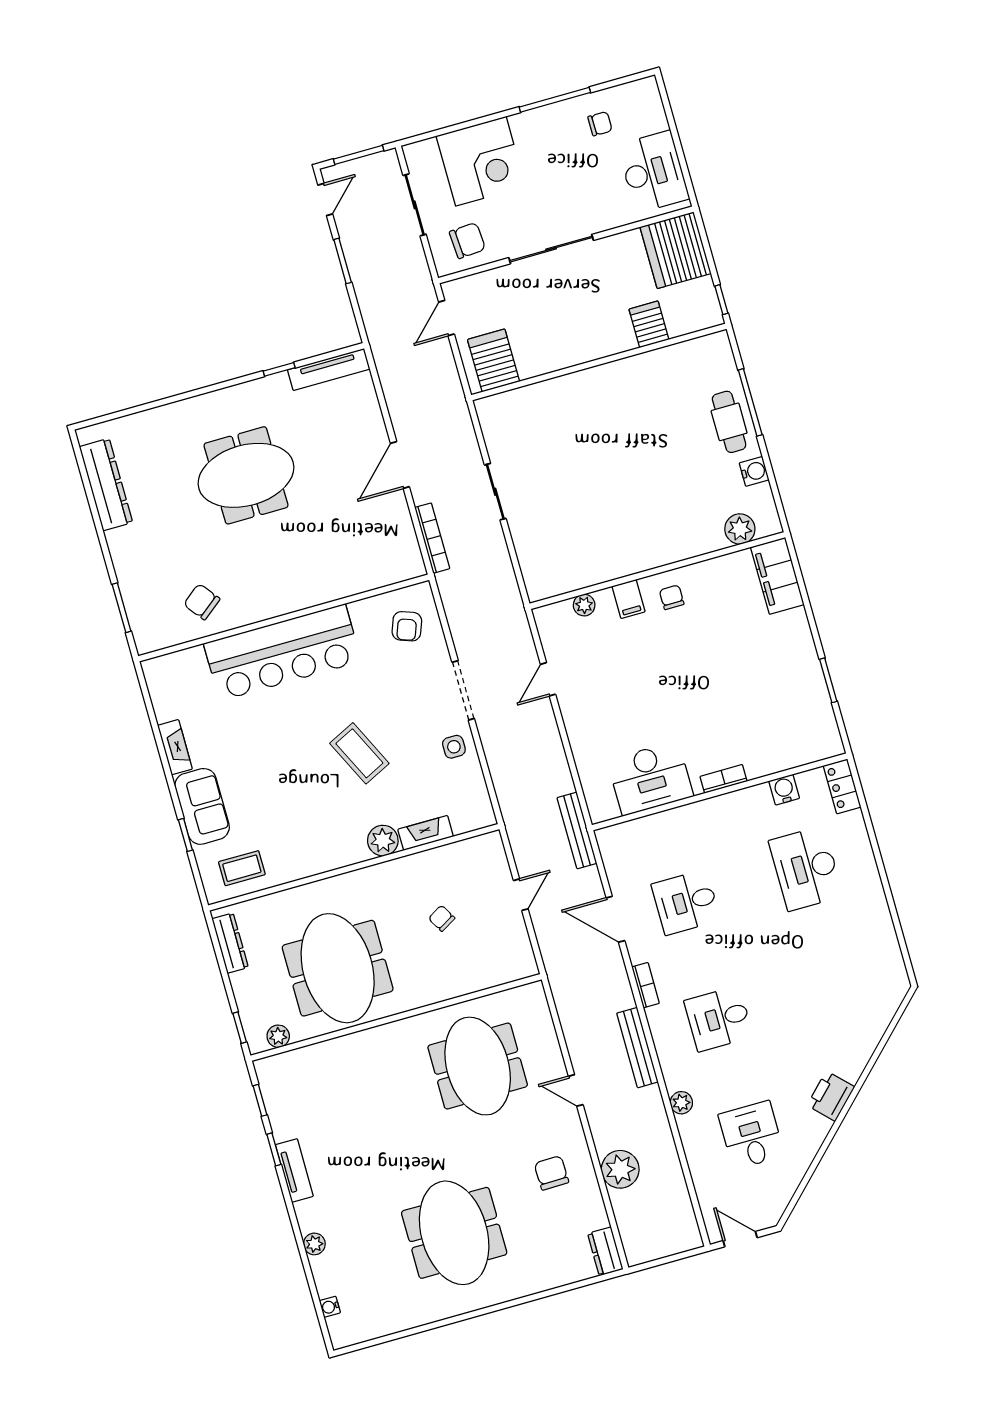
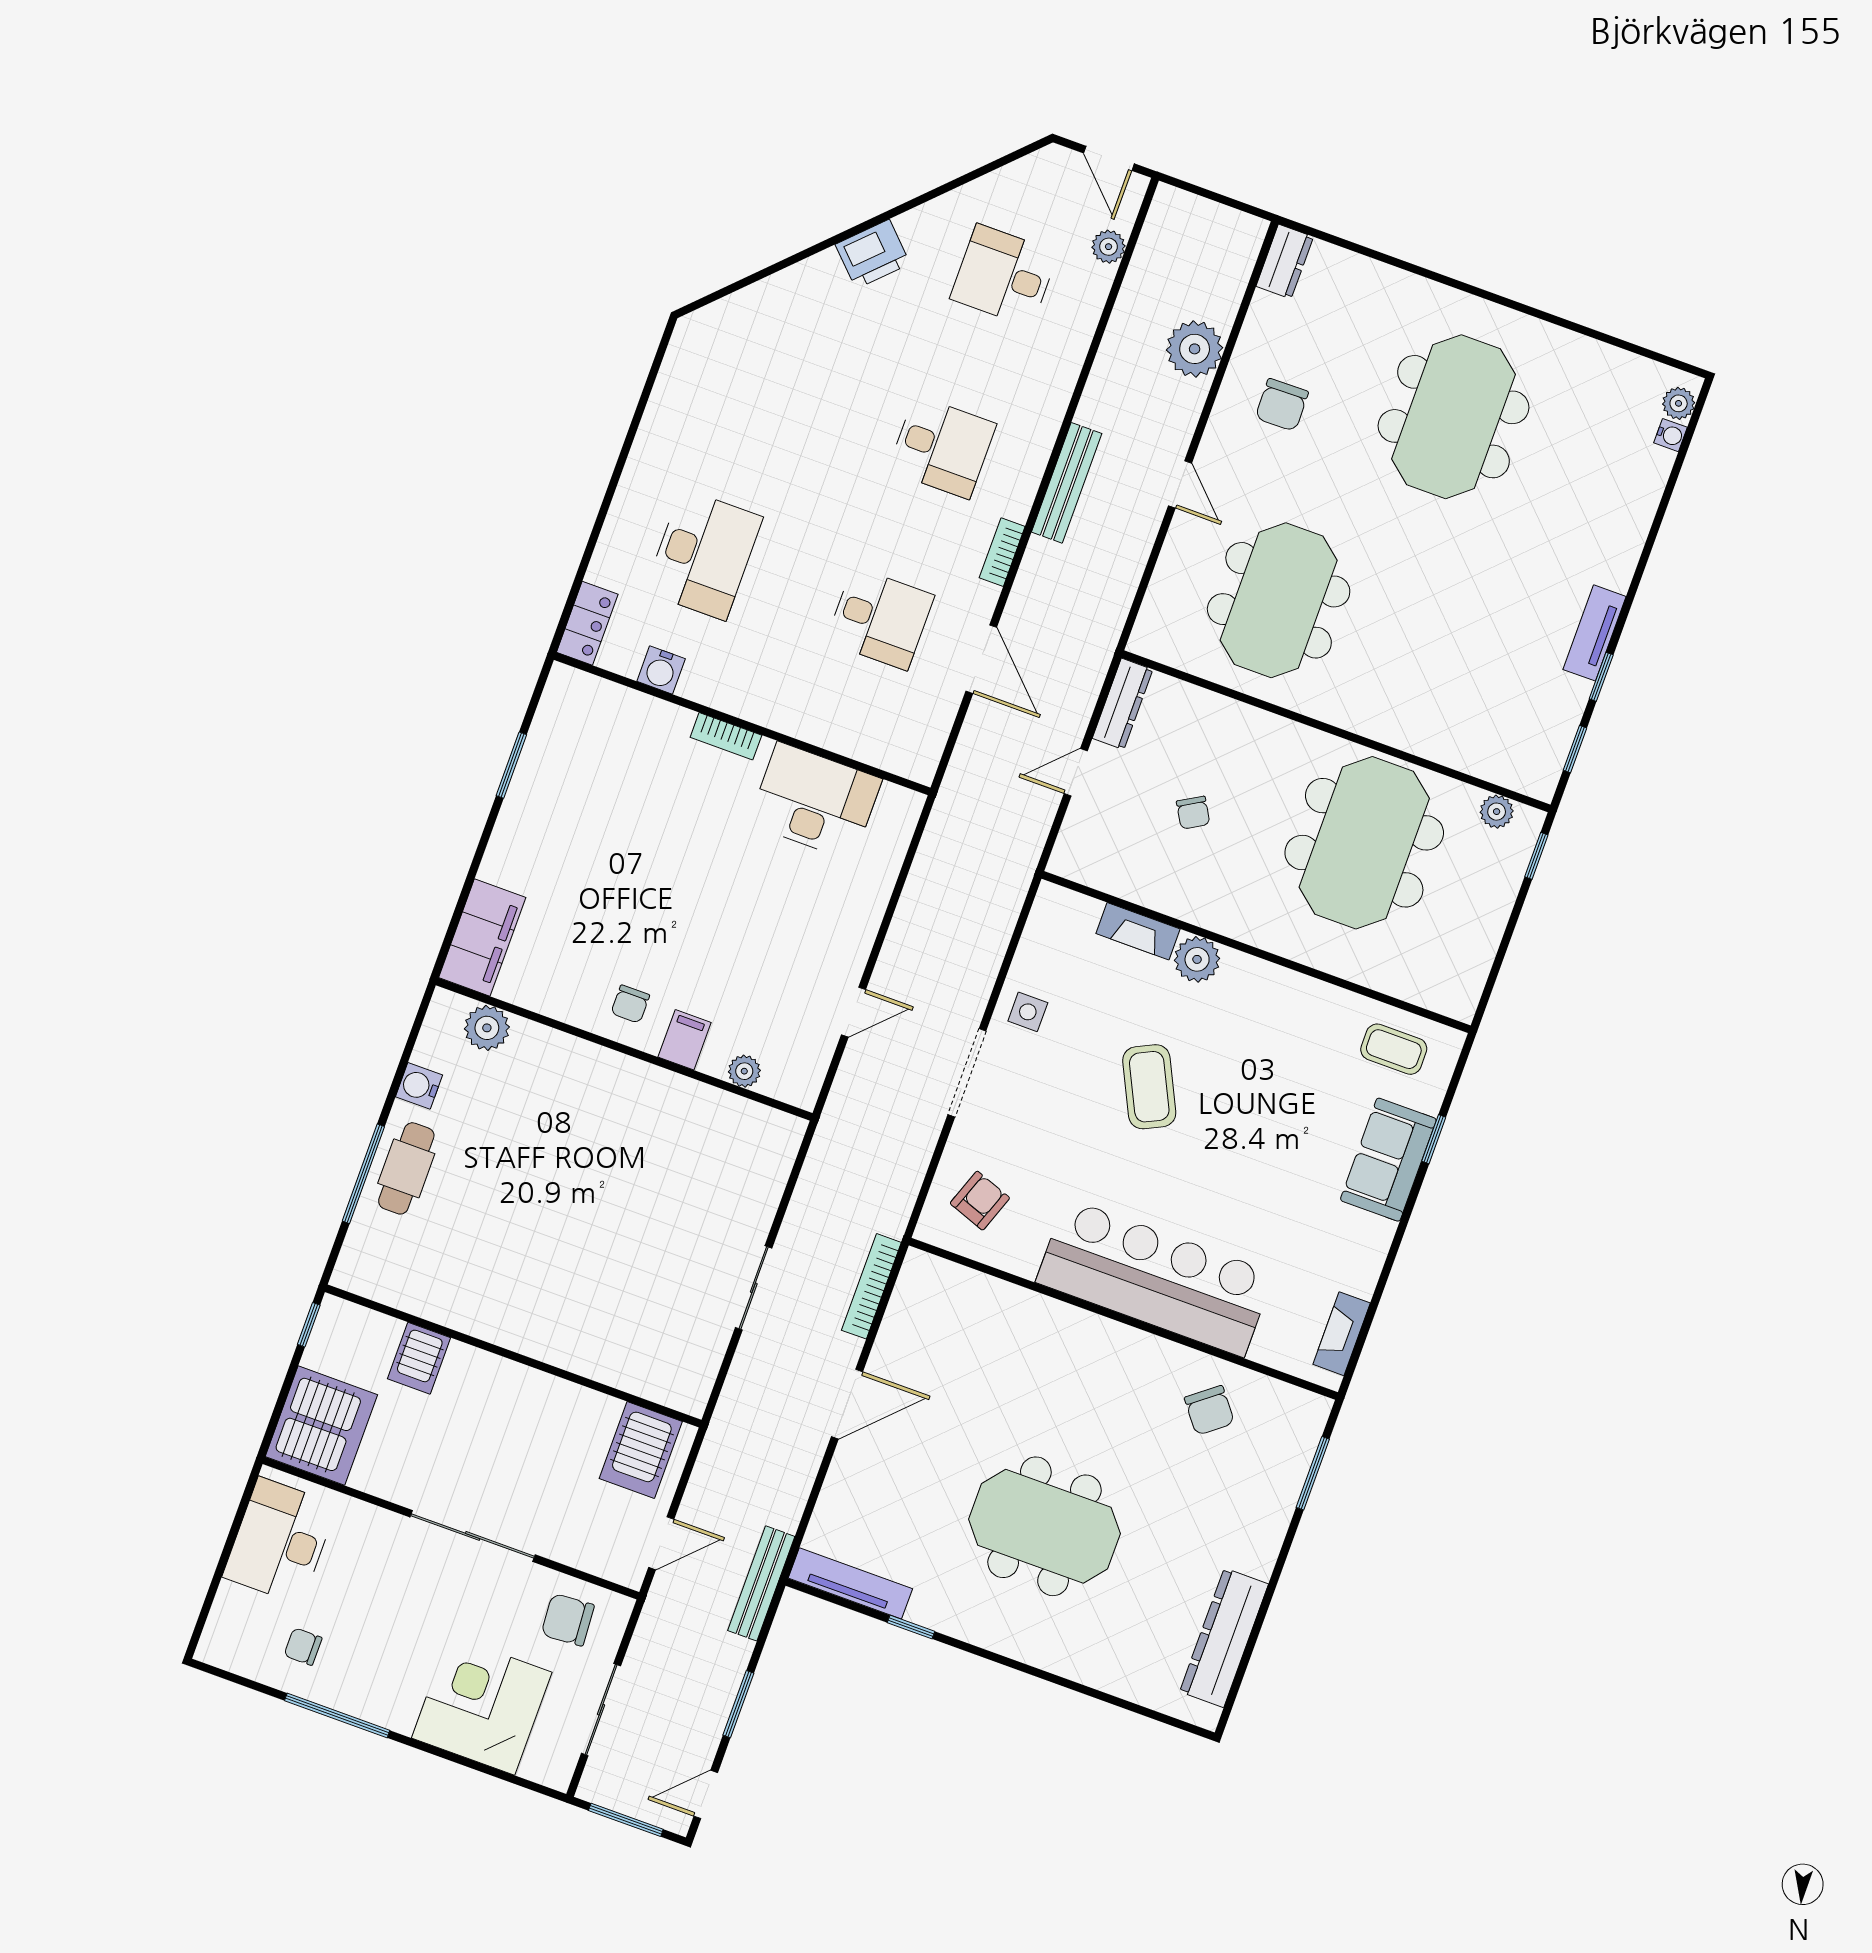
fireplace: (175, 747) -> (1342, 1334), moved
bench: (577, 830) -> (761, 1583), moved
dresser: (230, 943) -> (1123, 704), moved, turned 180
plant: (681, 1103) -> (1109, 247), moved
desk: (751, 1135) -> (1004, 276), turned 90
plant: (314, 1244) -> (1679, 403), moved

